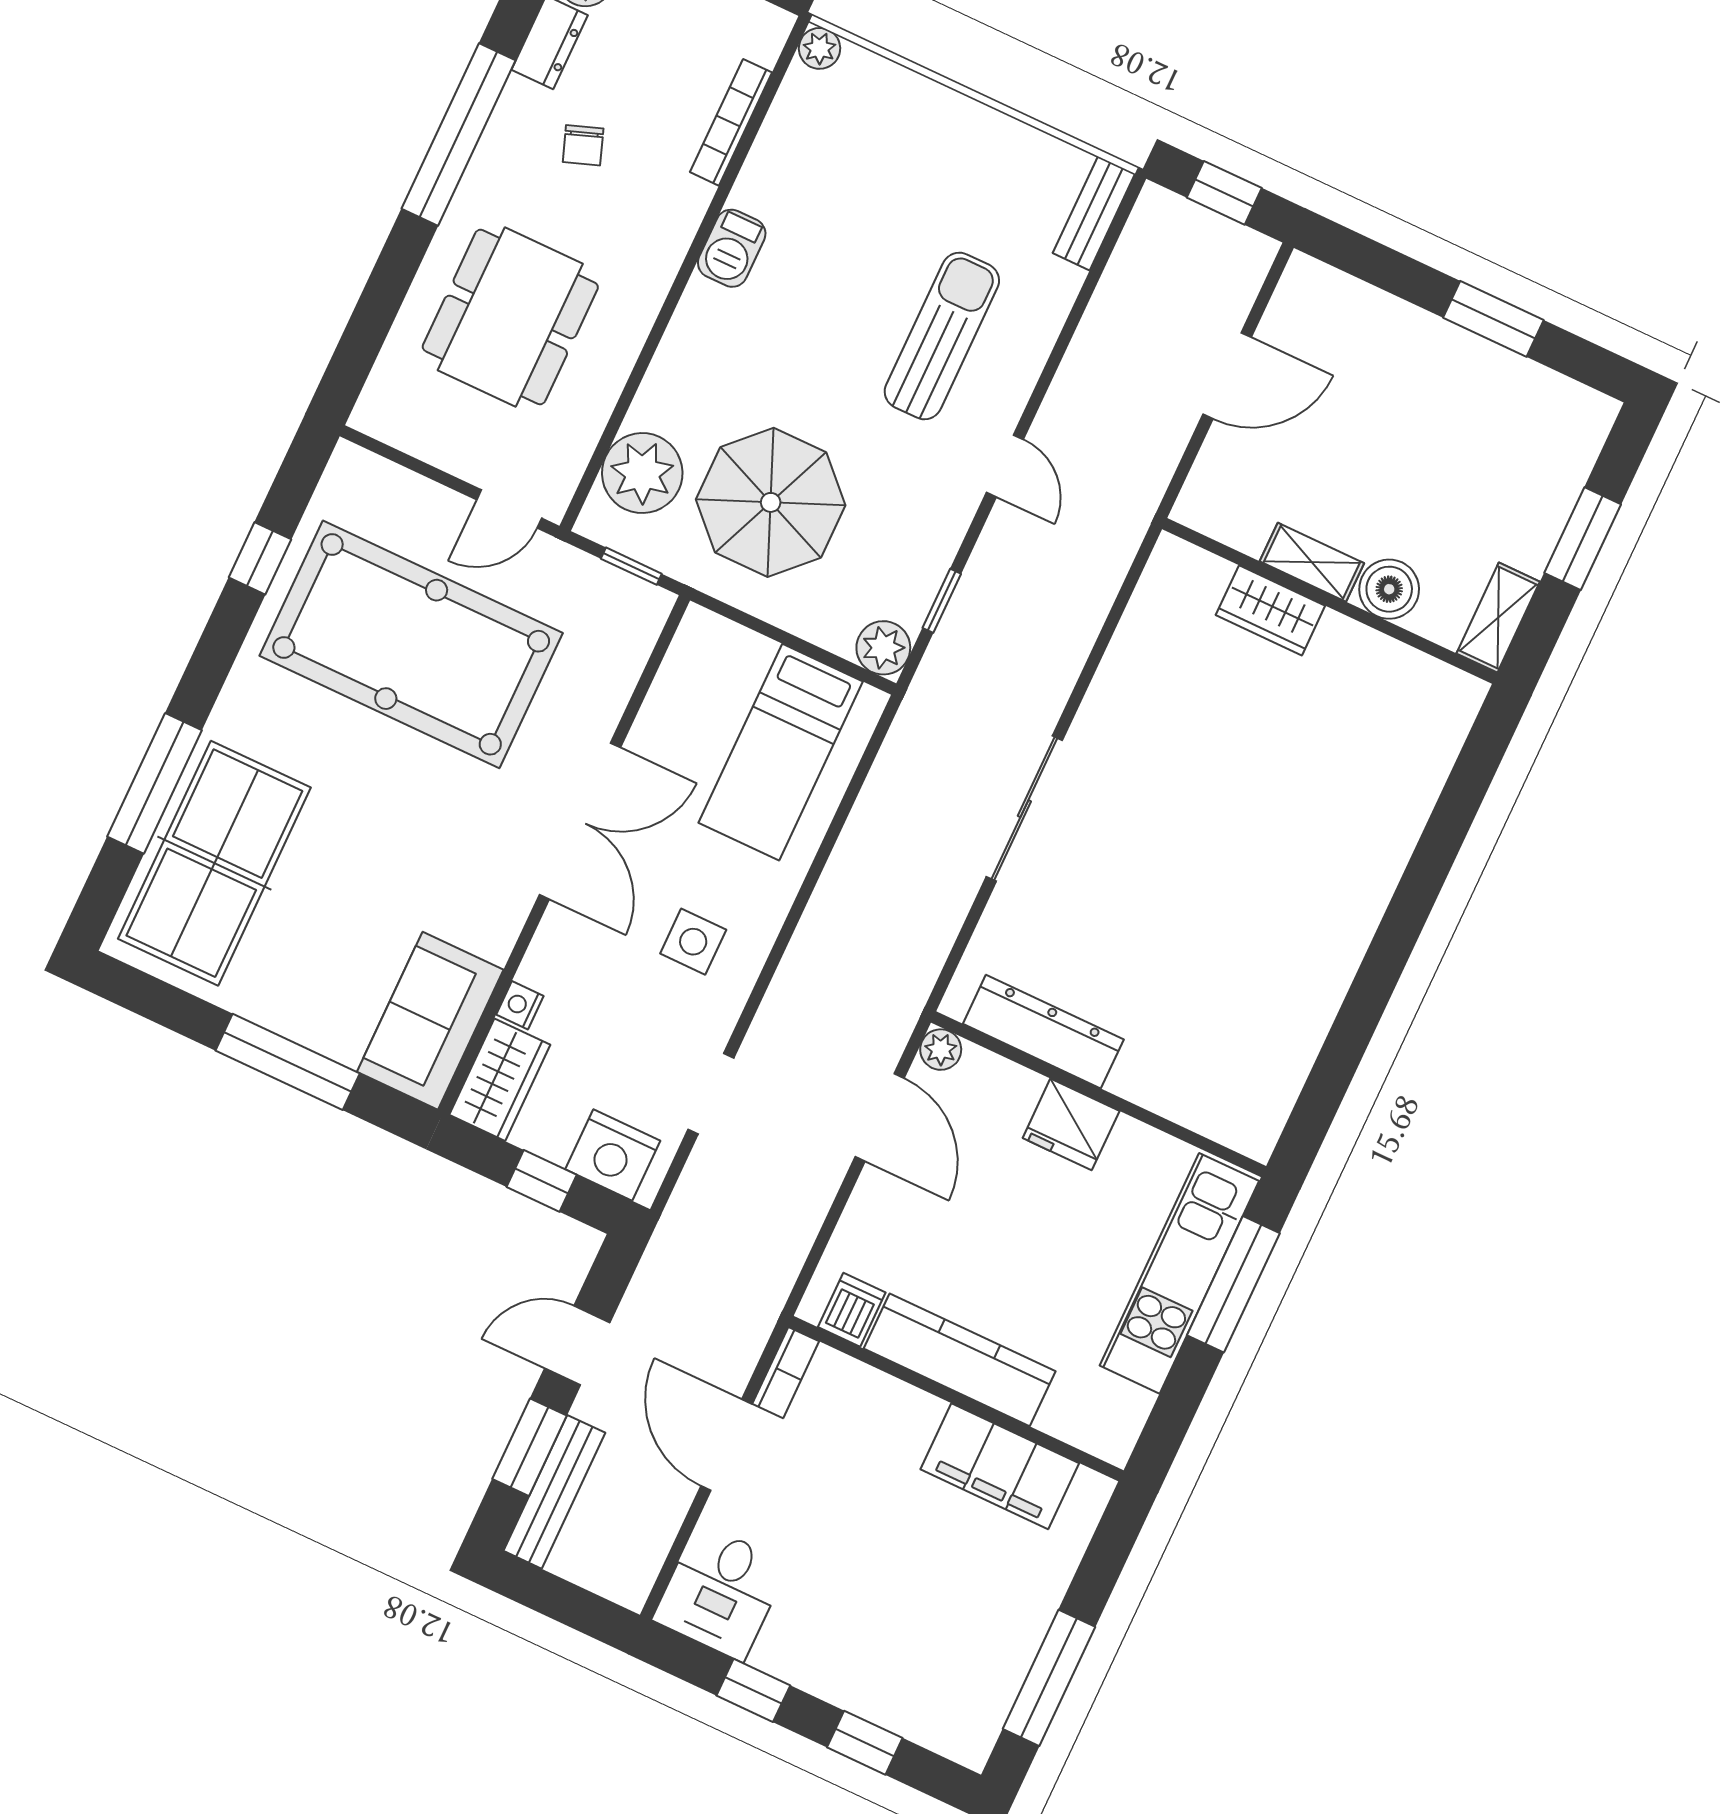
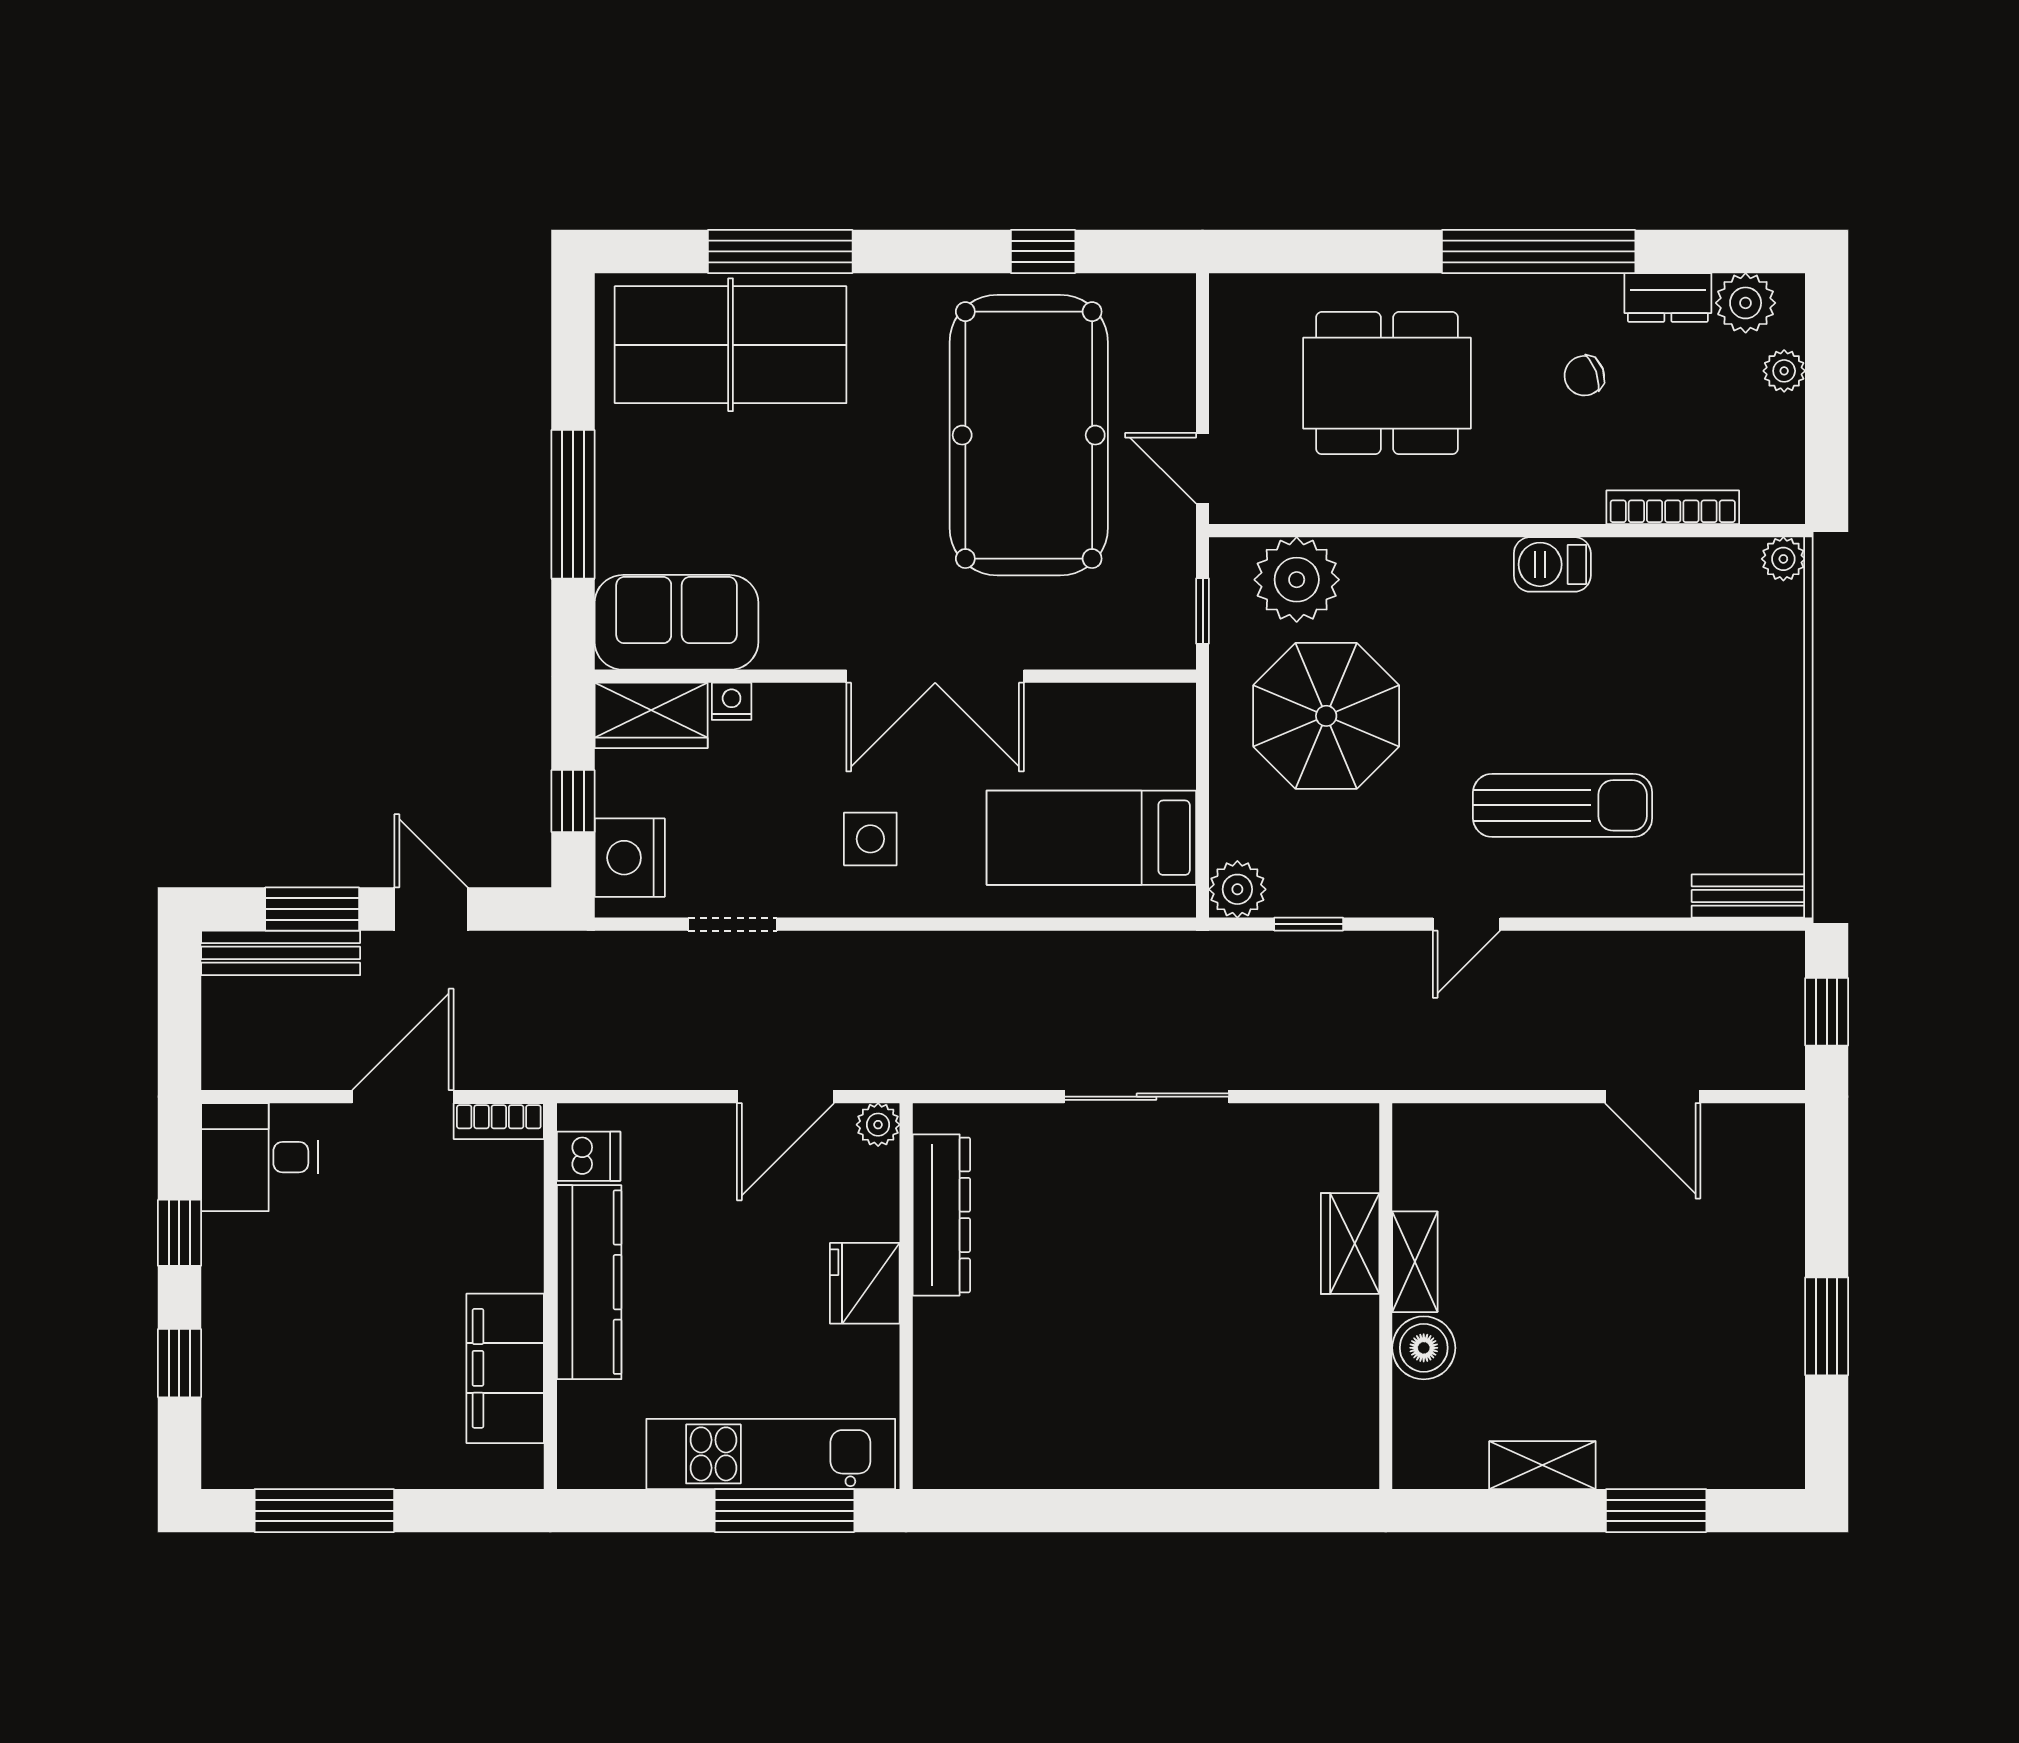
shelving: (1312, 562) -> (1415, 1262), moved
boiler: (1389, 589) -> (1424, 1348), moved
wall: (1330, 601) -> (1386, 1296), moved
wardrobe: (1270, 610) -> (1350, 1244), moved

